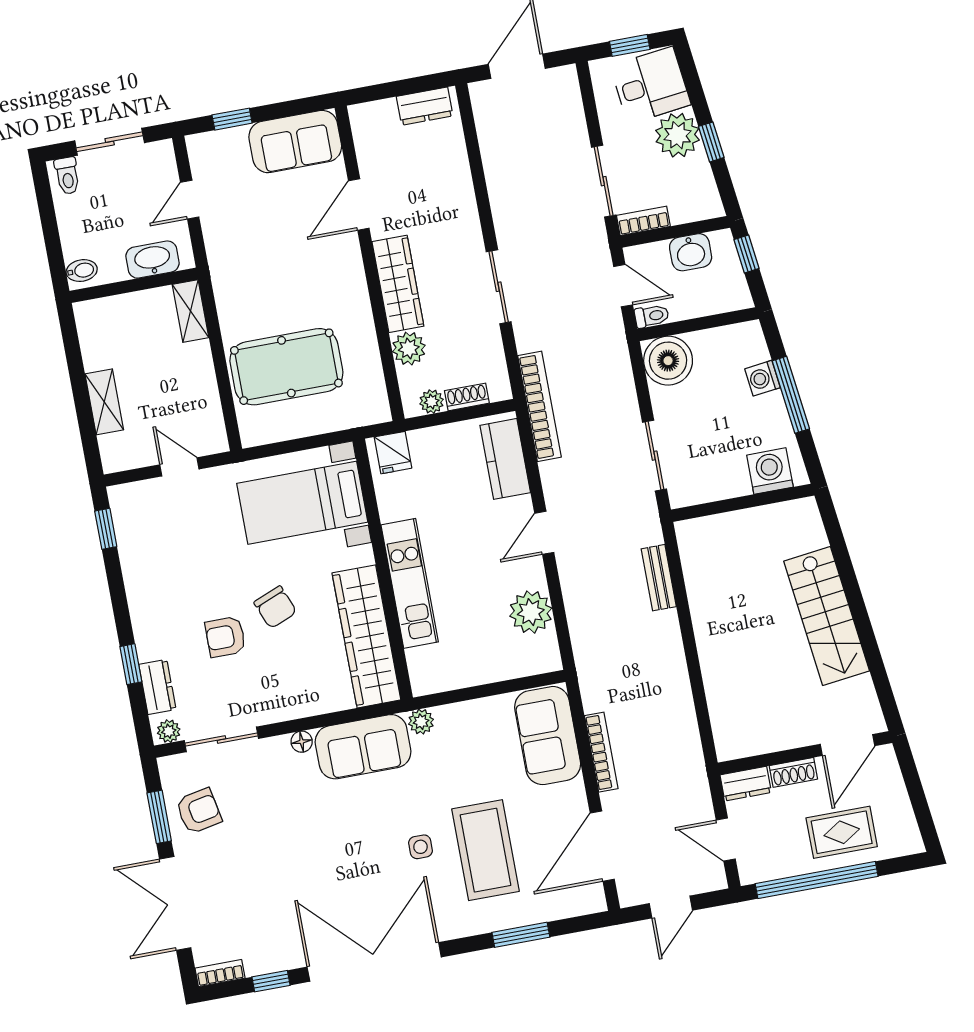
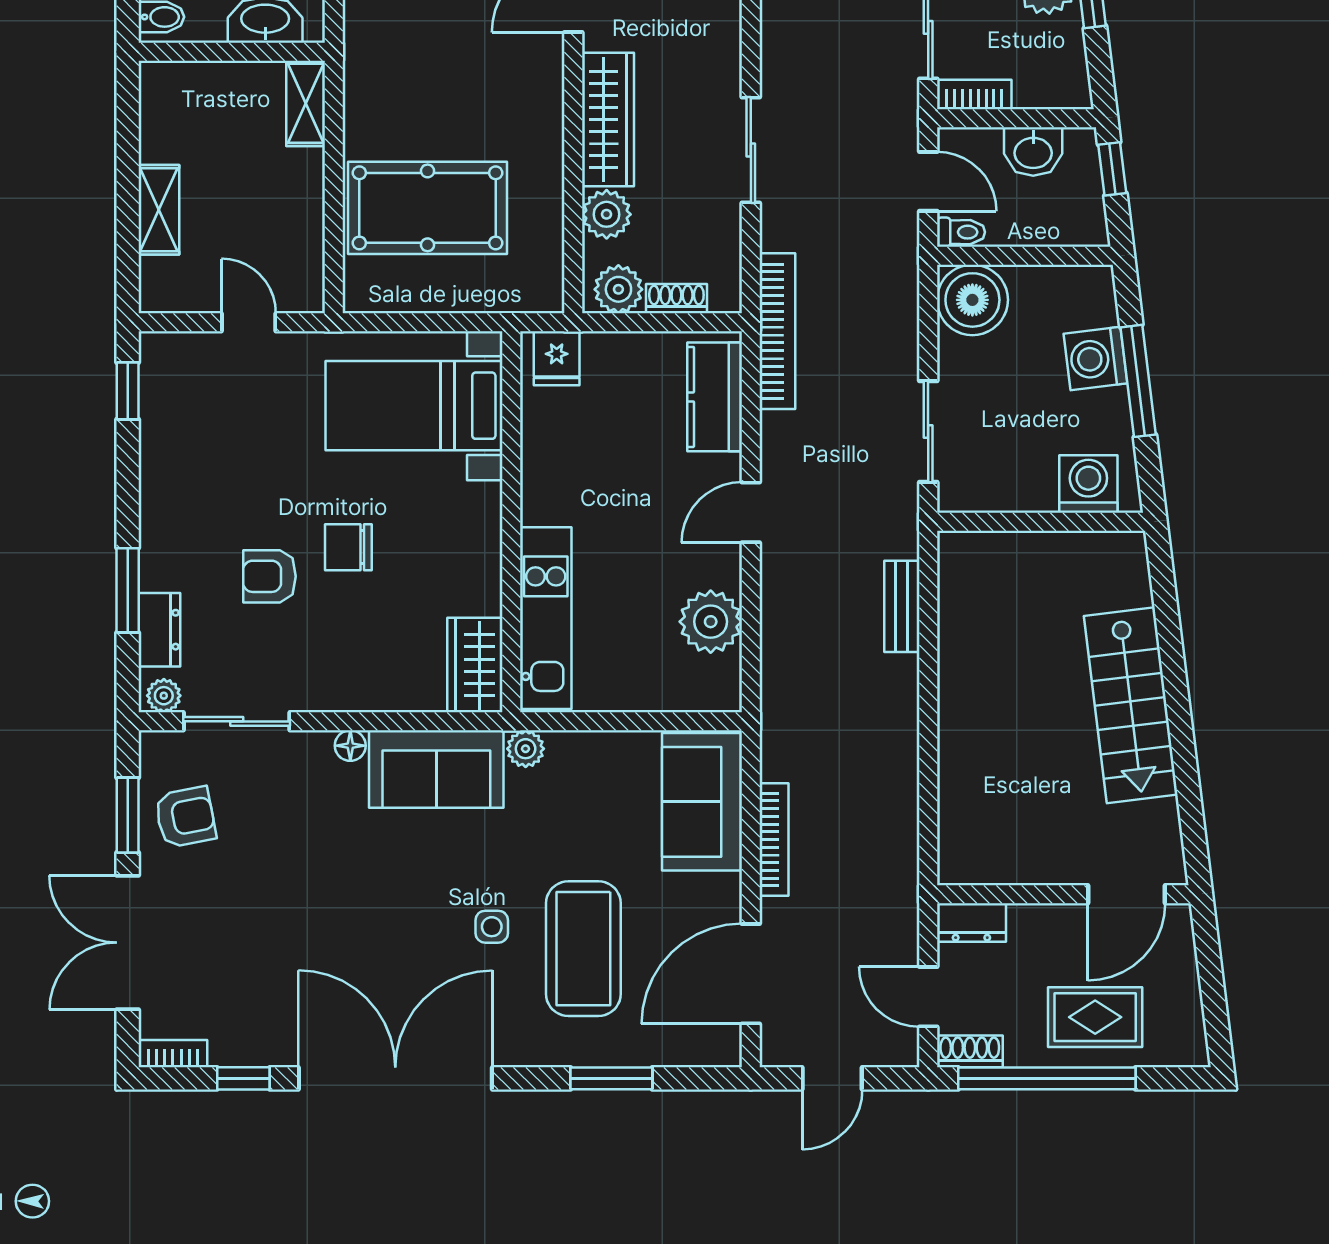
washing machine: (763, 378) -> (1095, 359), width x1.38, depth x1.38
plant: (432, 402) -> (618, 289), width x1.38, depth x1.38
kitchen unit: (410, 583) -> (546, 618), moved
chair: (275, 607) -> (348, 547), turned 112
wardrobe: (366, 636) -> (475, 665), width x0.48, depth x0.85
window: (131, 664) -> (128, 590), width x1.50
shoe rack: (793, 772) -> (970, 1051), moved, turned 180

